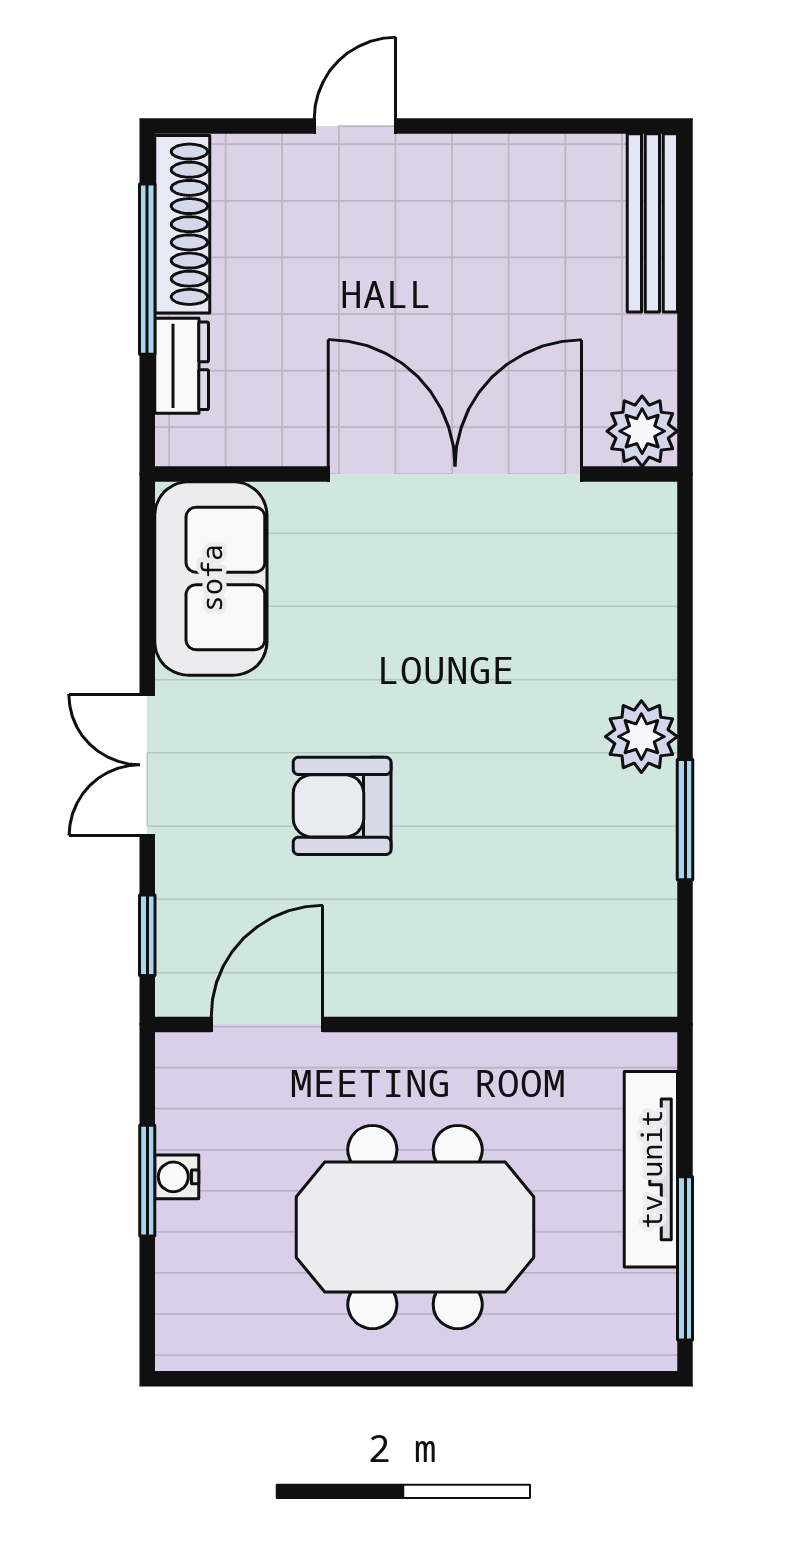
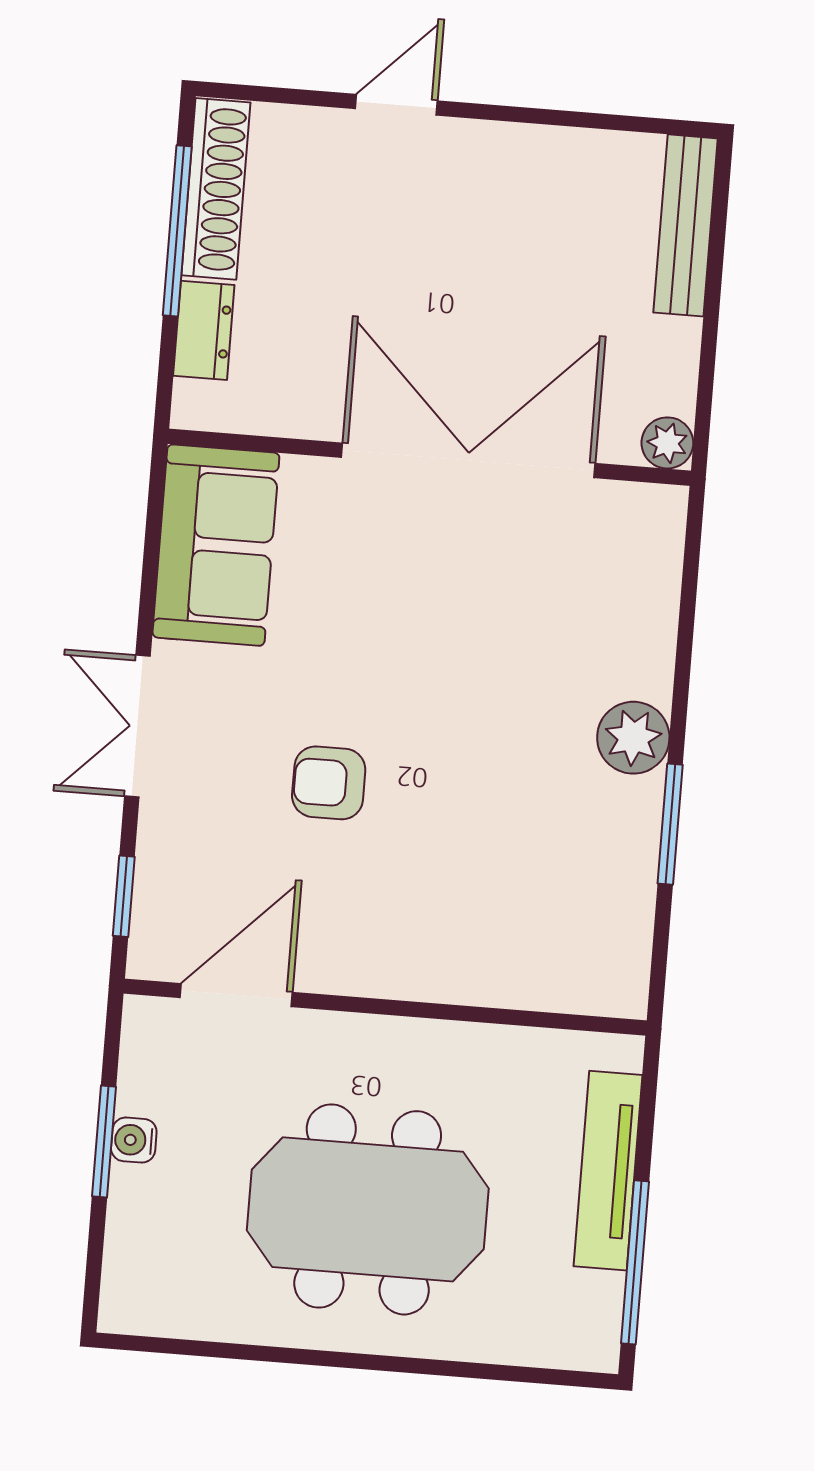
plant: (642, 431) -> (667, 443), width x0.73, depth x0.73
armchair: (342, 806) -> (329, 783), width x0.72, depth x0.72

